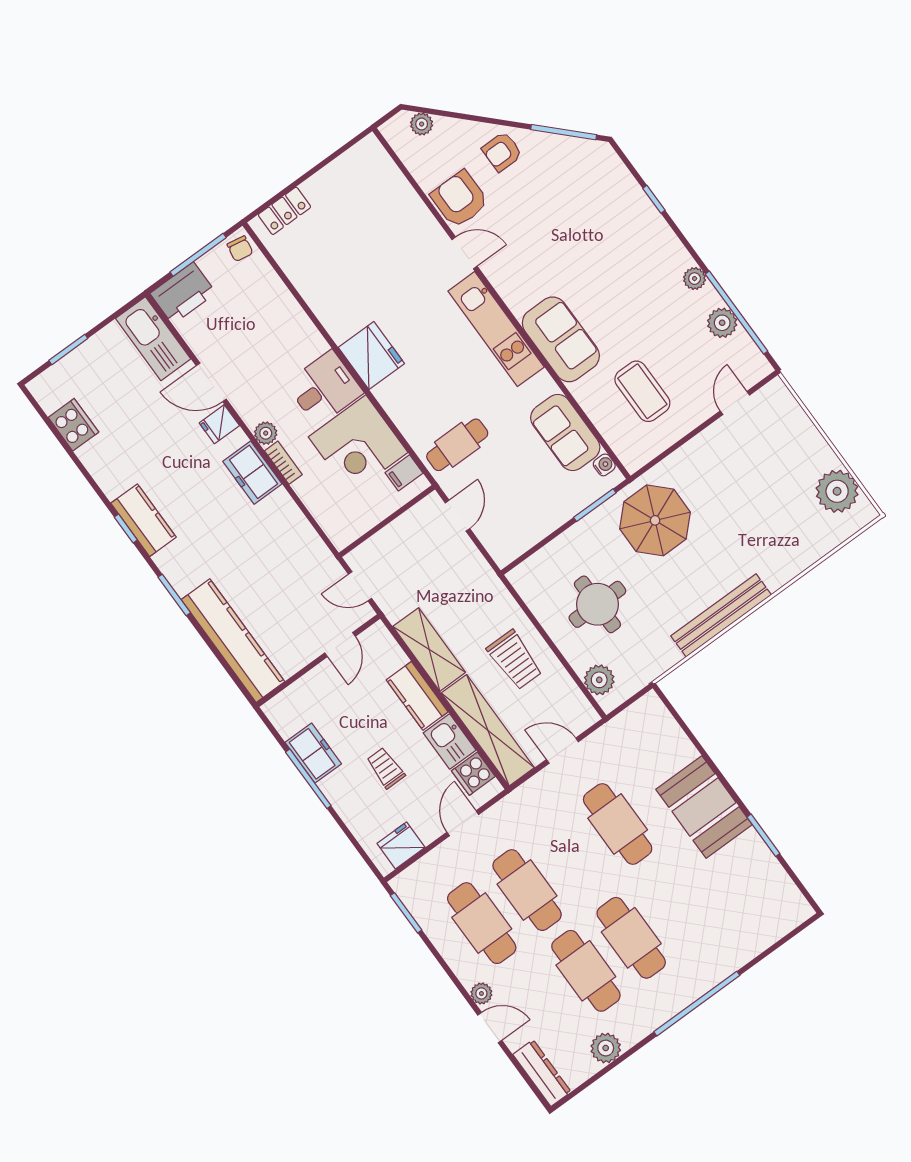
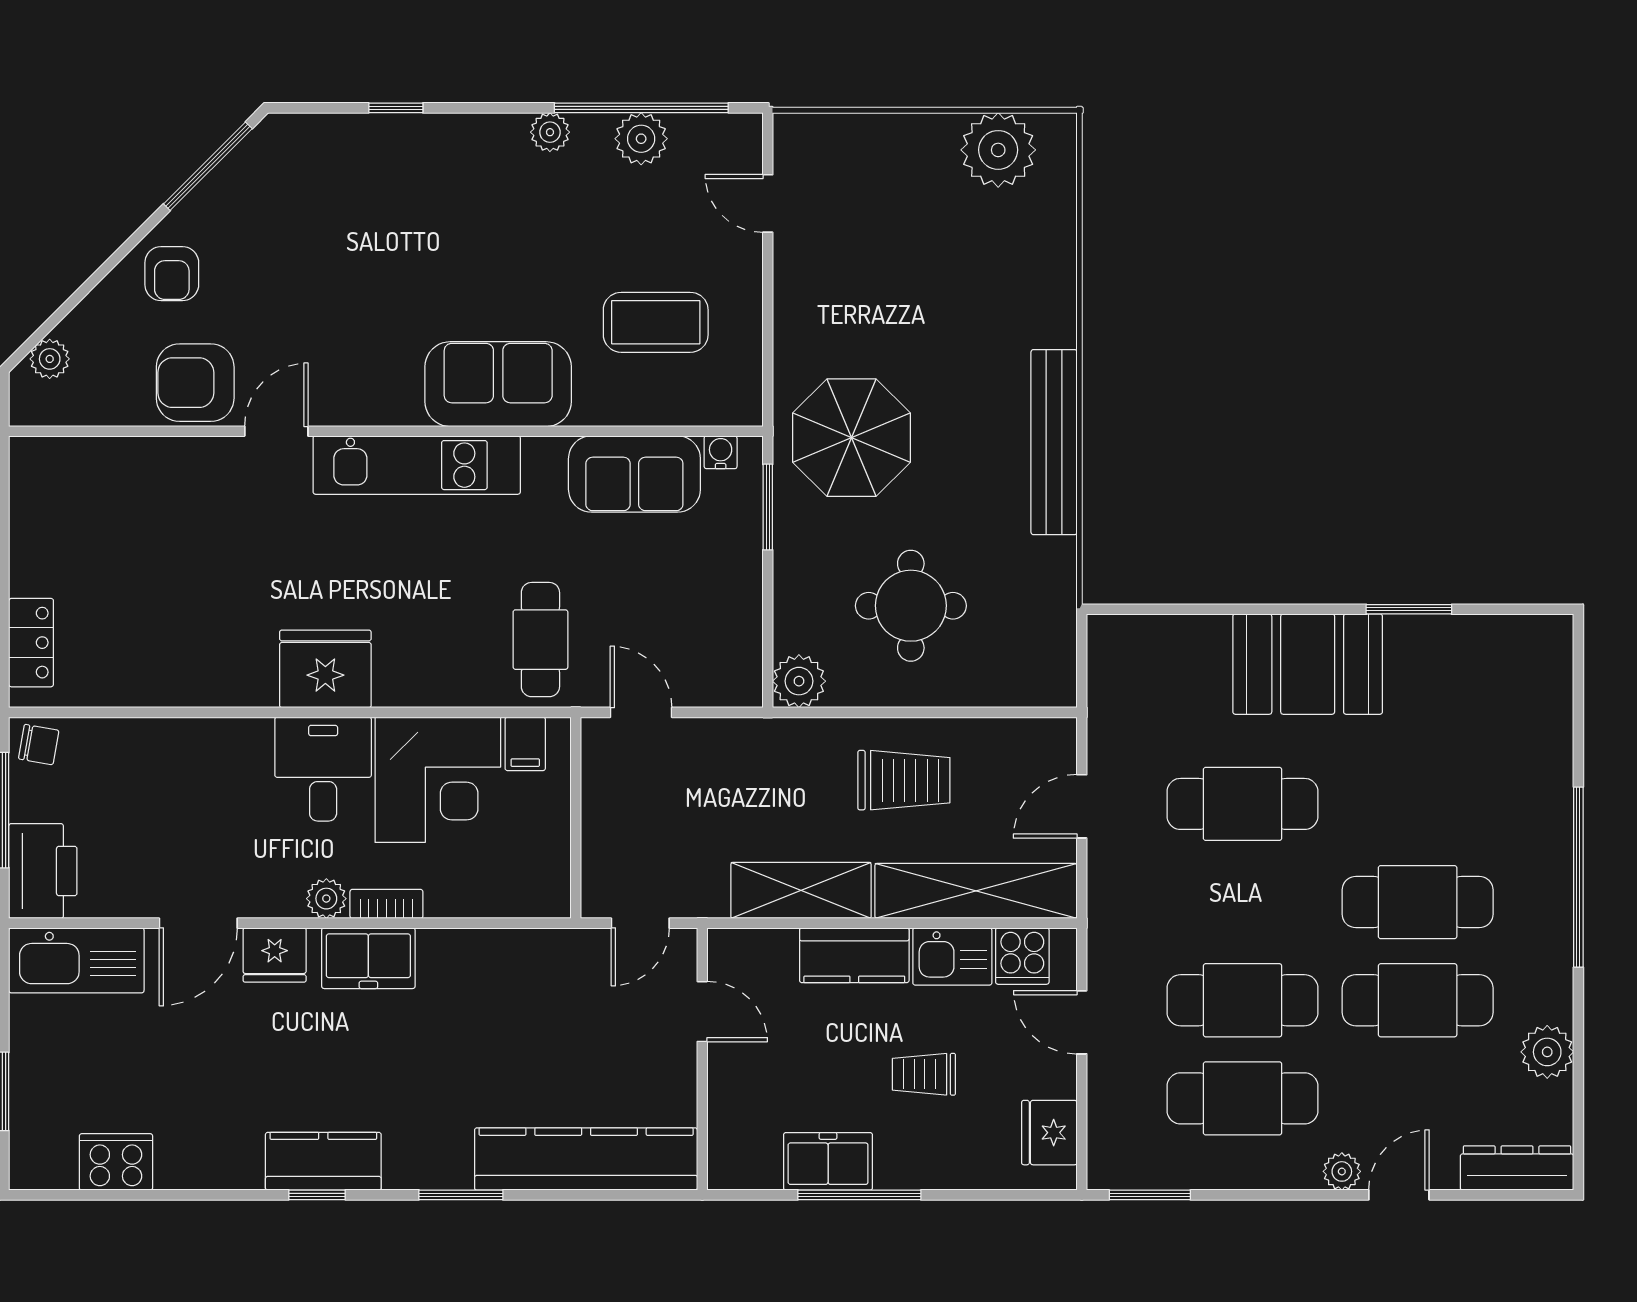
fridge: (219, 424) -> (275, 955), width x1.38
plant: (599, 680) -> (799, 681), moved

